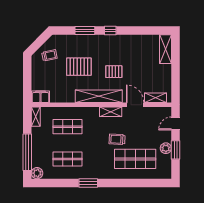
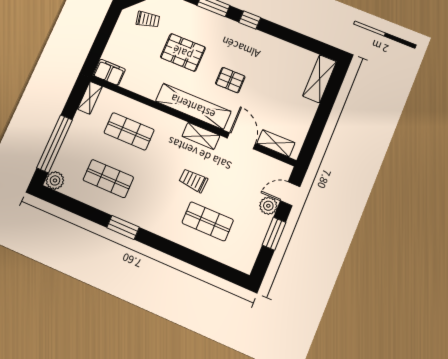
plant: (166, 148) -> (268, 206), moved
shop shelf: (135, 159) -> (208, 221), width x0.70, depth x0.74

